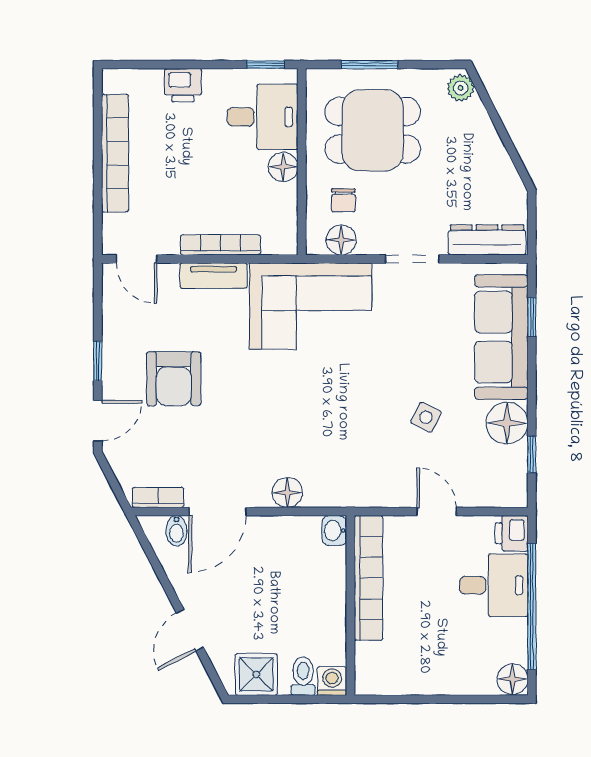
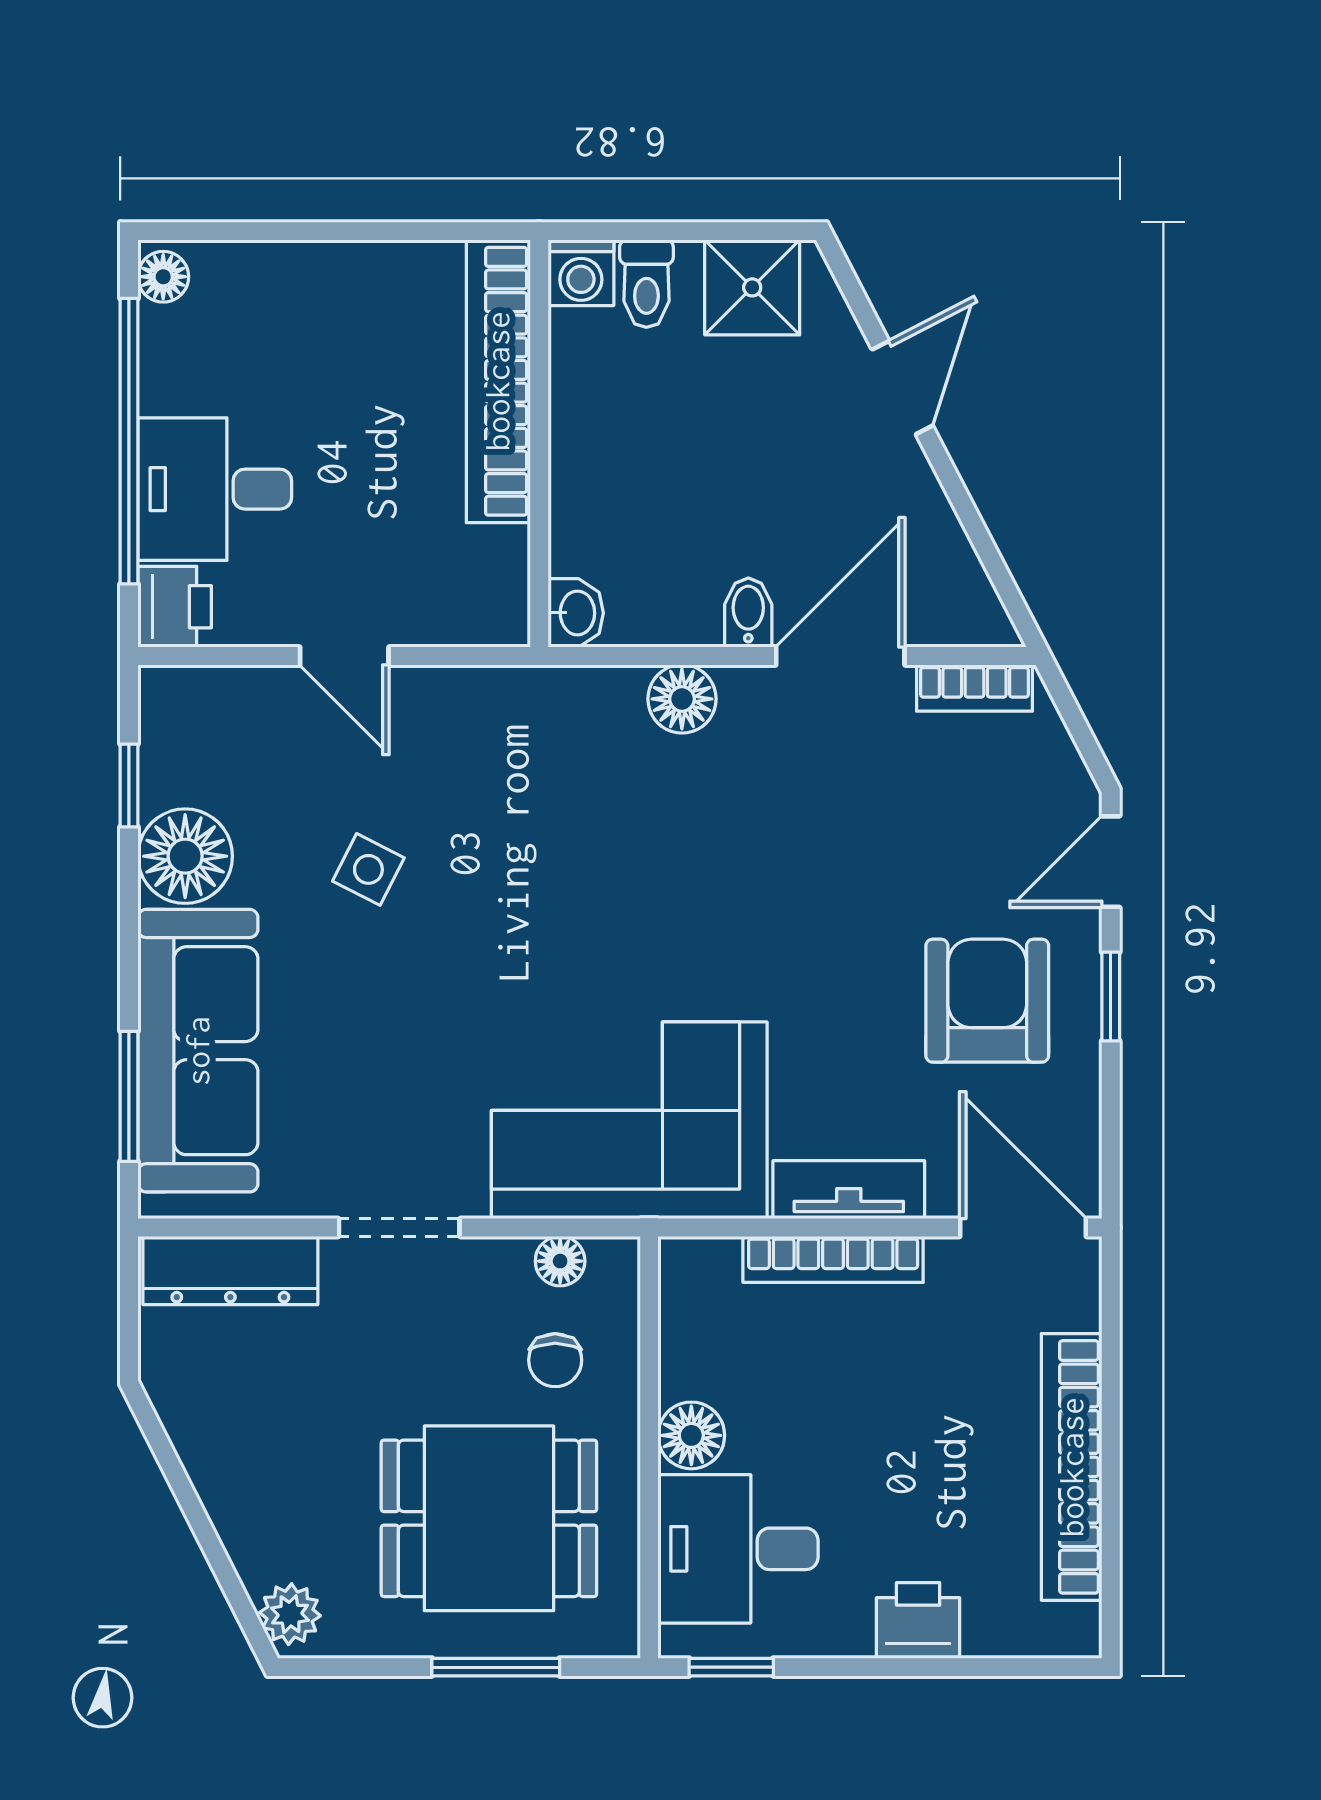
chair: (343, 200) -> (555, 1360), turned 180
floor lamp: (341, 240) -> (560, 1261), width x0.73, depth x0.73
door: (137, 259) -> (1023, 1227), width x1.38
window: (532, 317) -> (129, 1096), width x1.50
armchair: (174, 379) -> (987, 1001), moved
bidet: (176, 531) -> (748, 613), moved
bookcase: (368, 578) -> (498, 381), moved
floor lamp: (512, 679) -> (163, 277), width x0.73, depth x0.73

